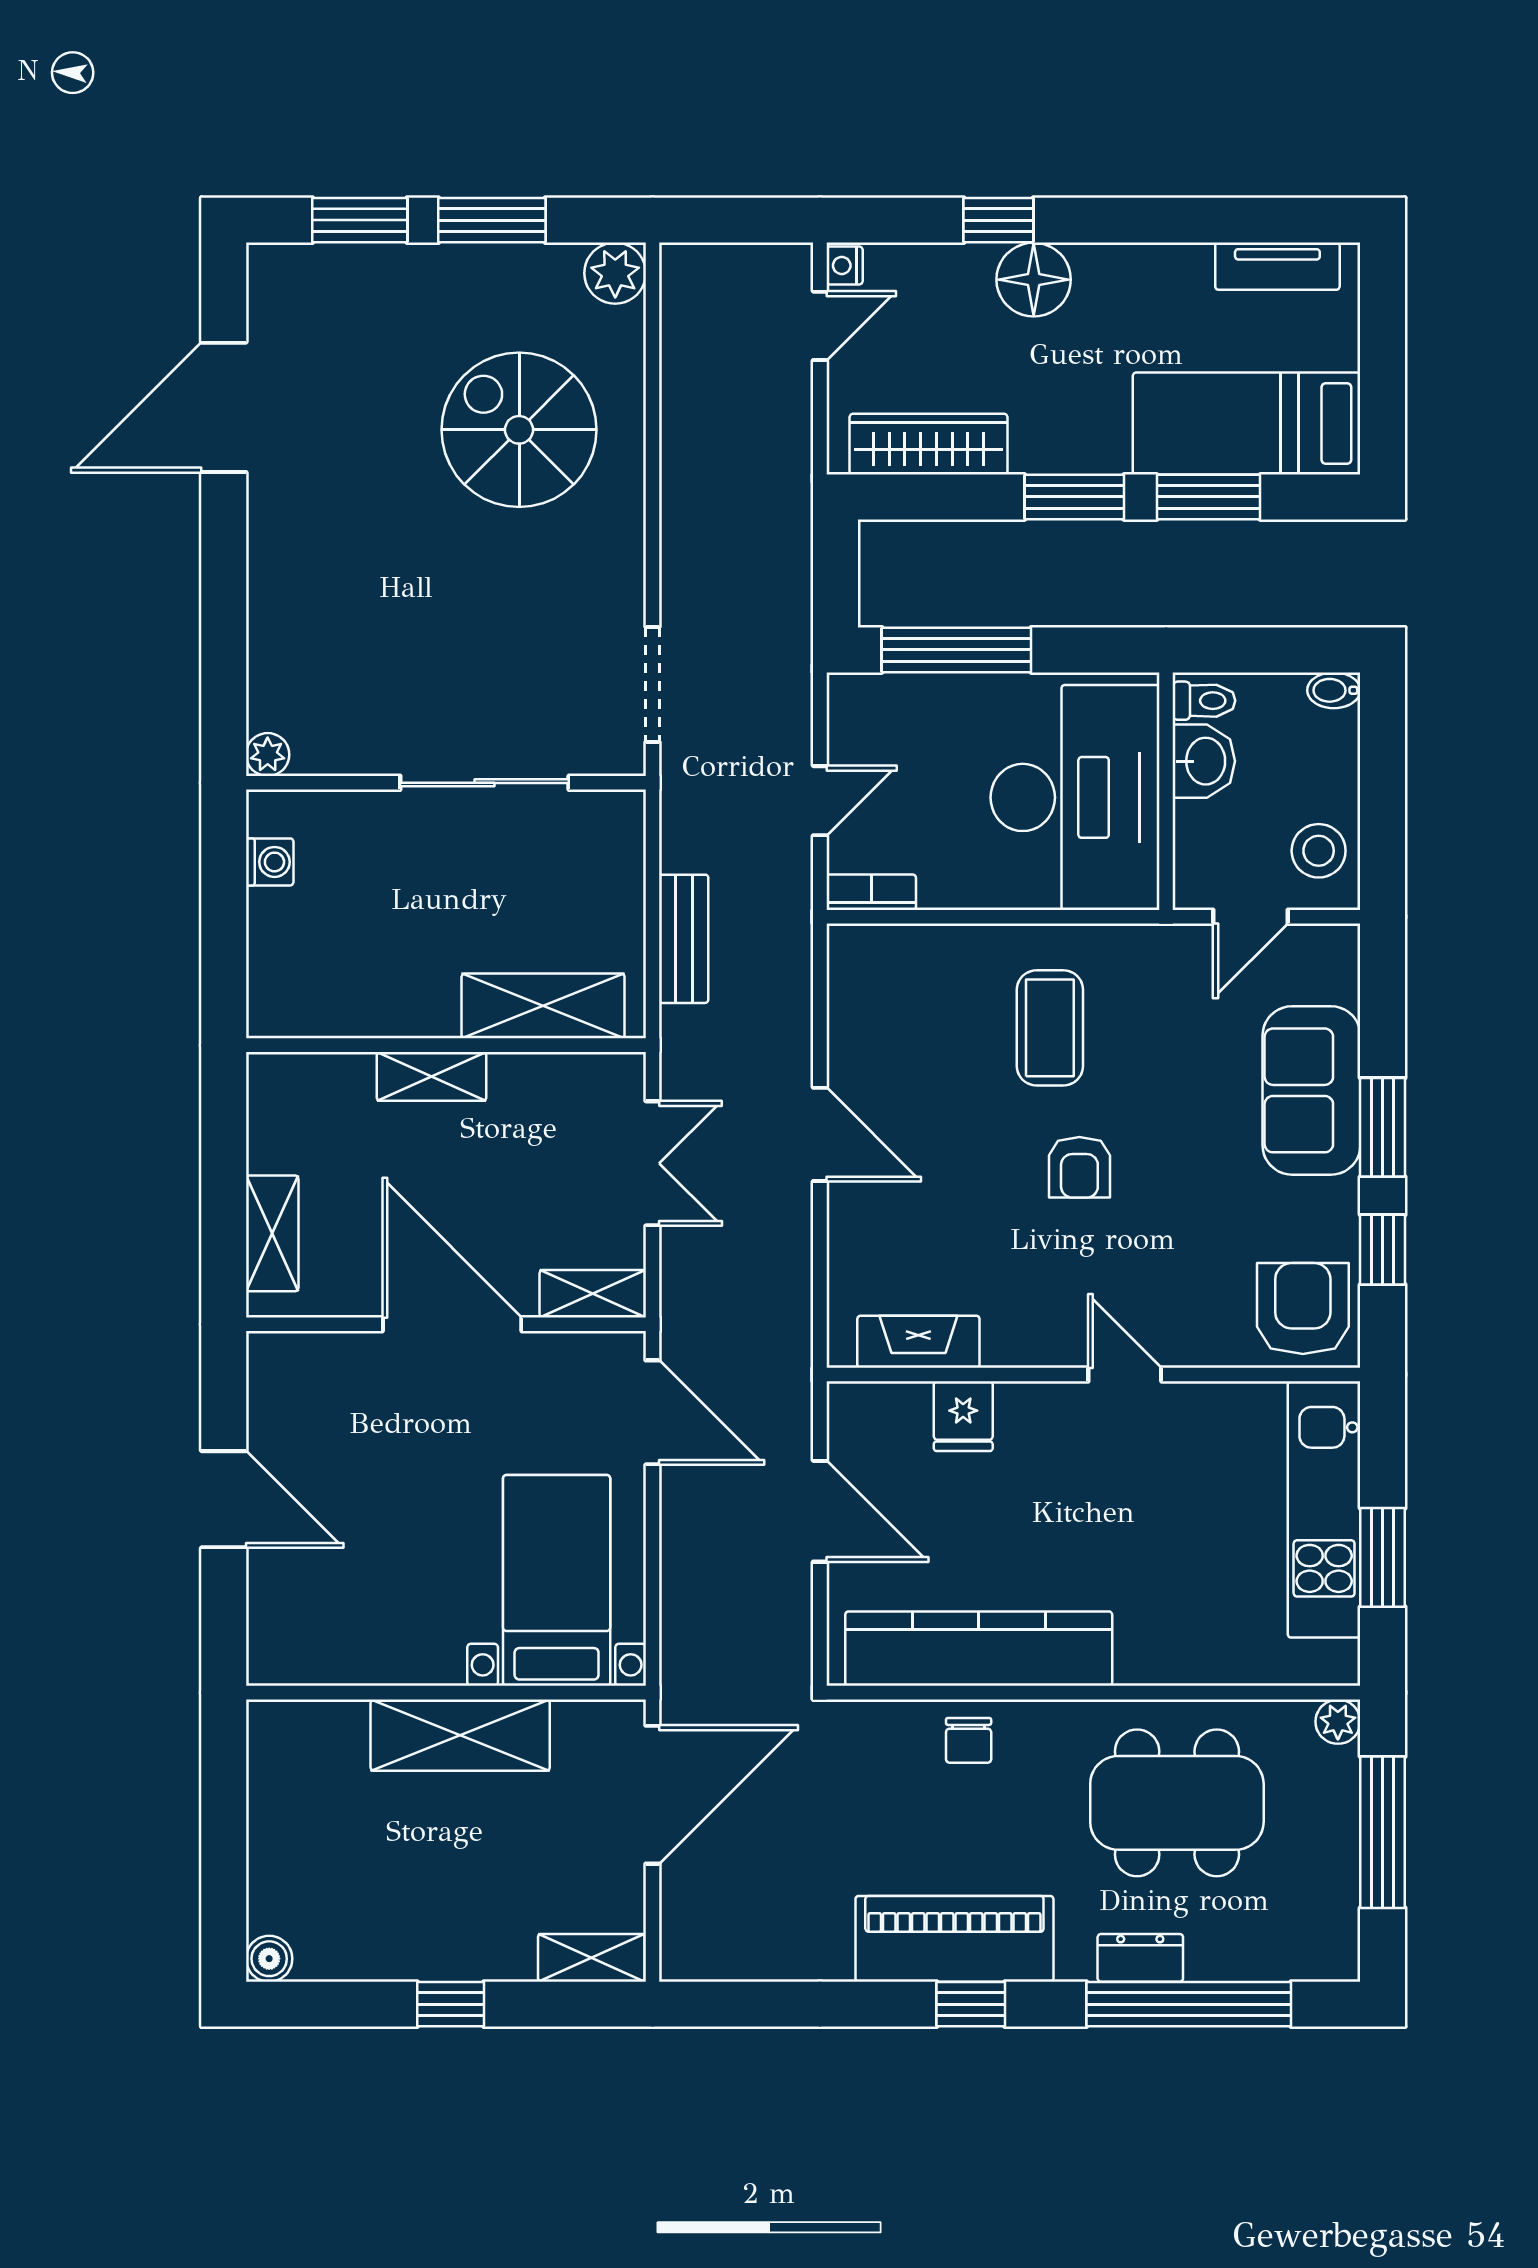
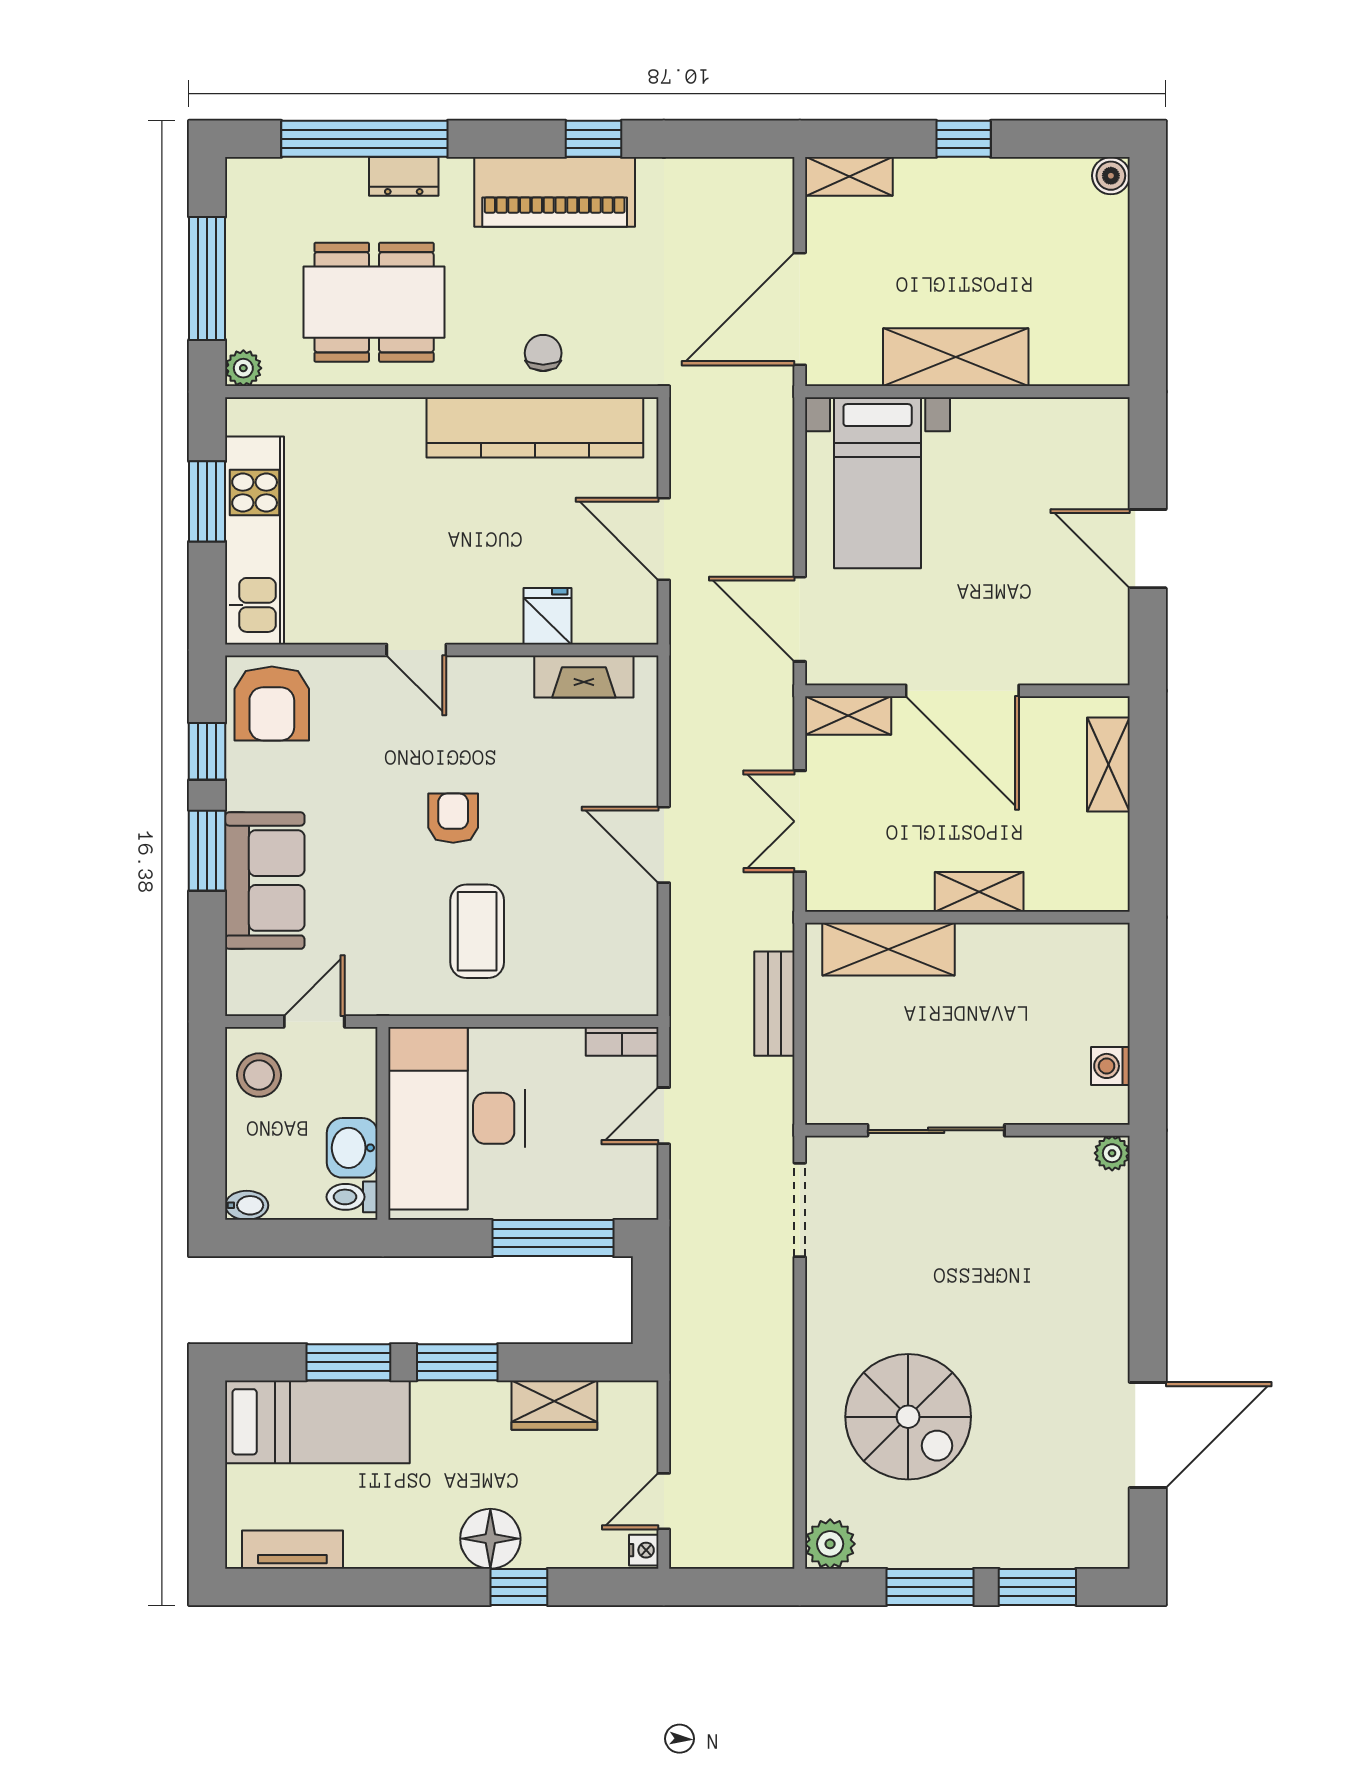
wardrobe: (928, 444) -> (554, 1405), width x0.67
window: (971, 2004) -> (593, 139), moved

